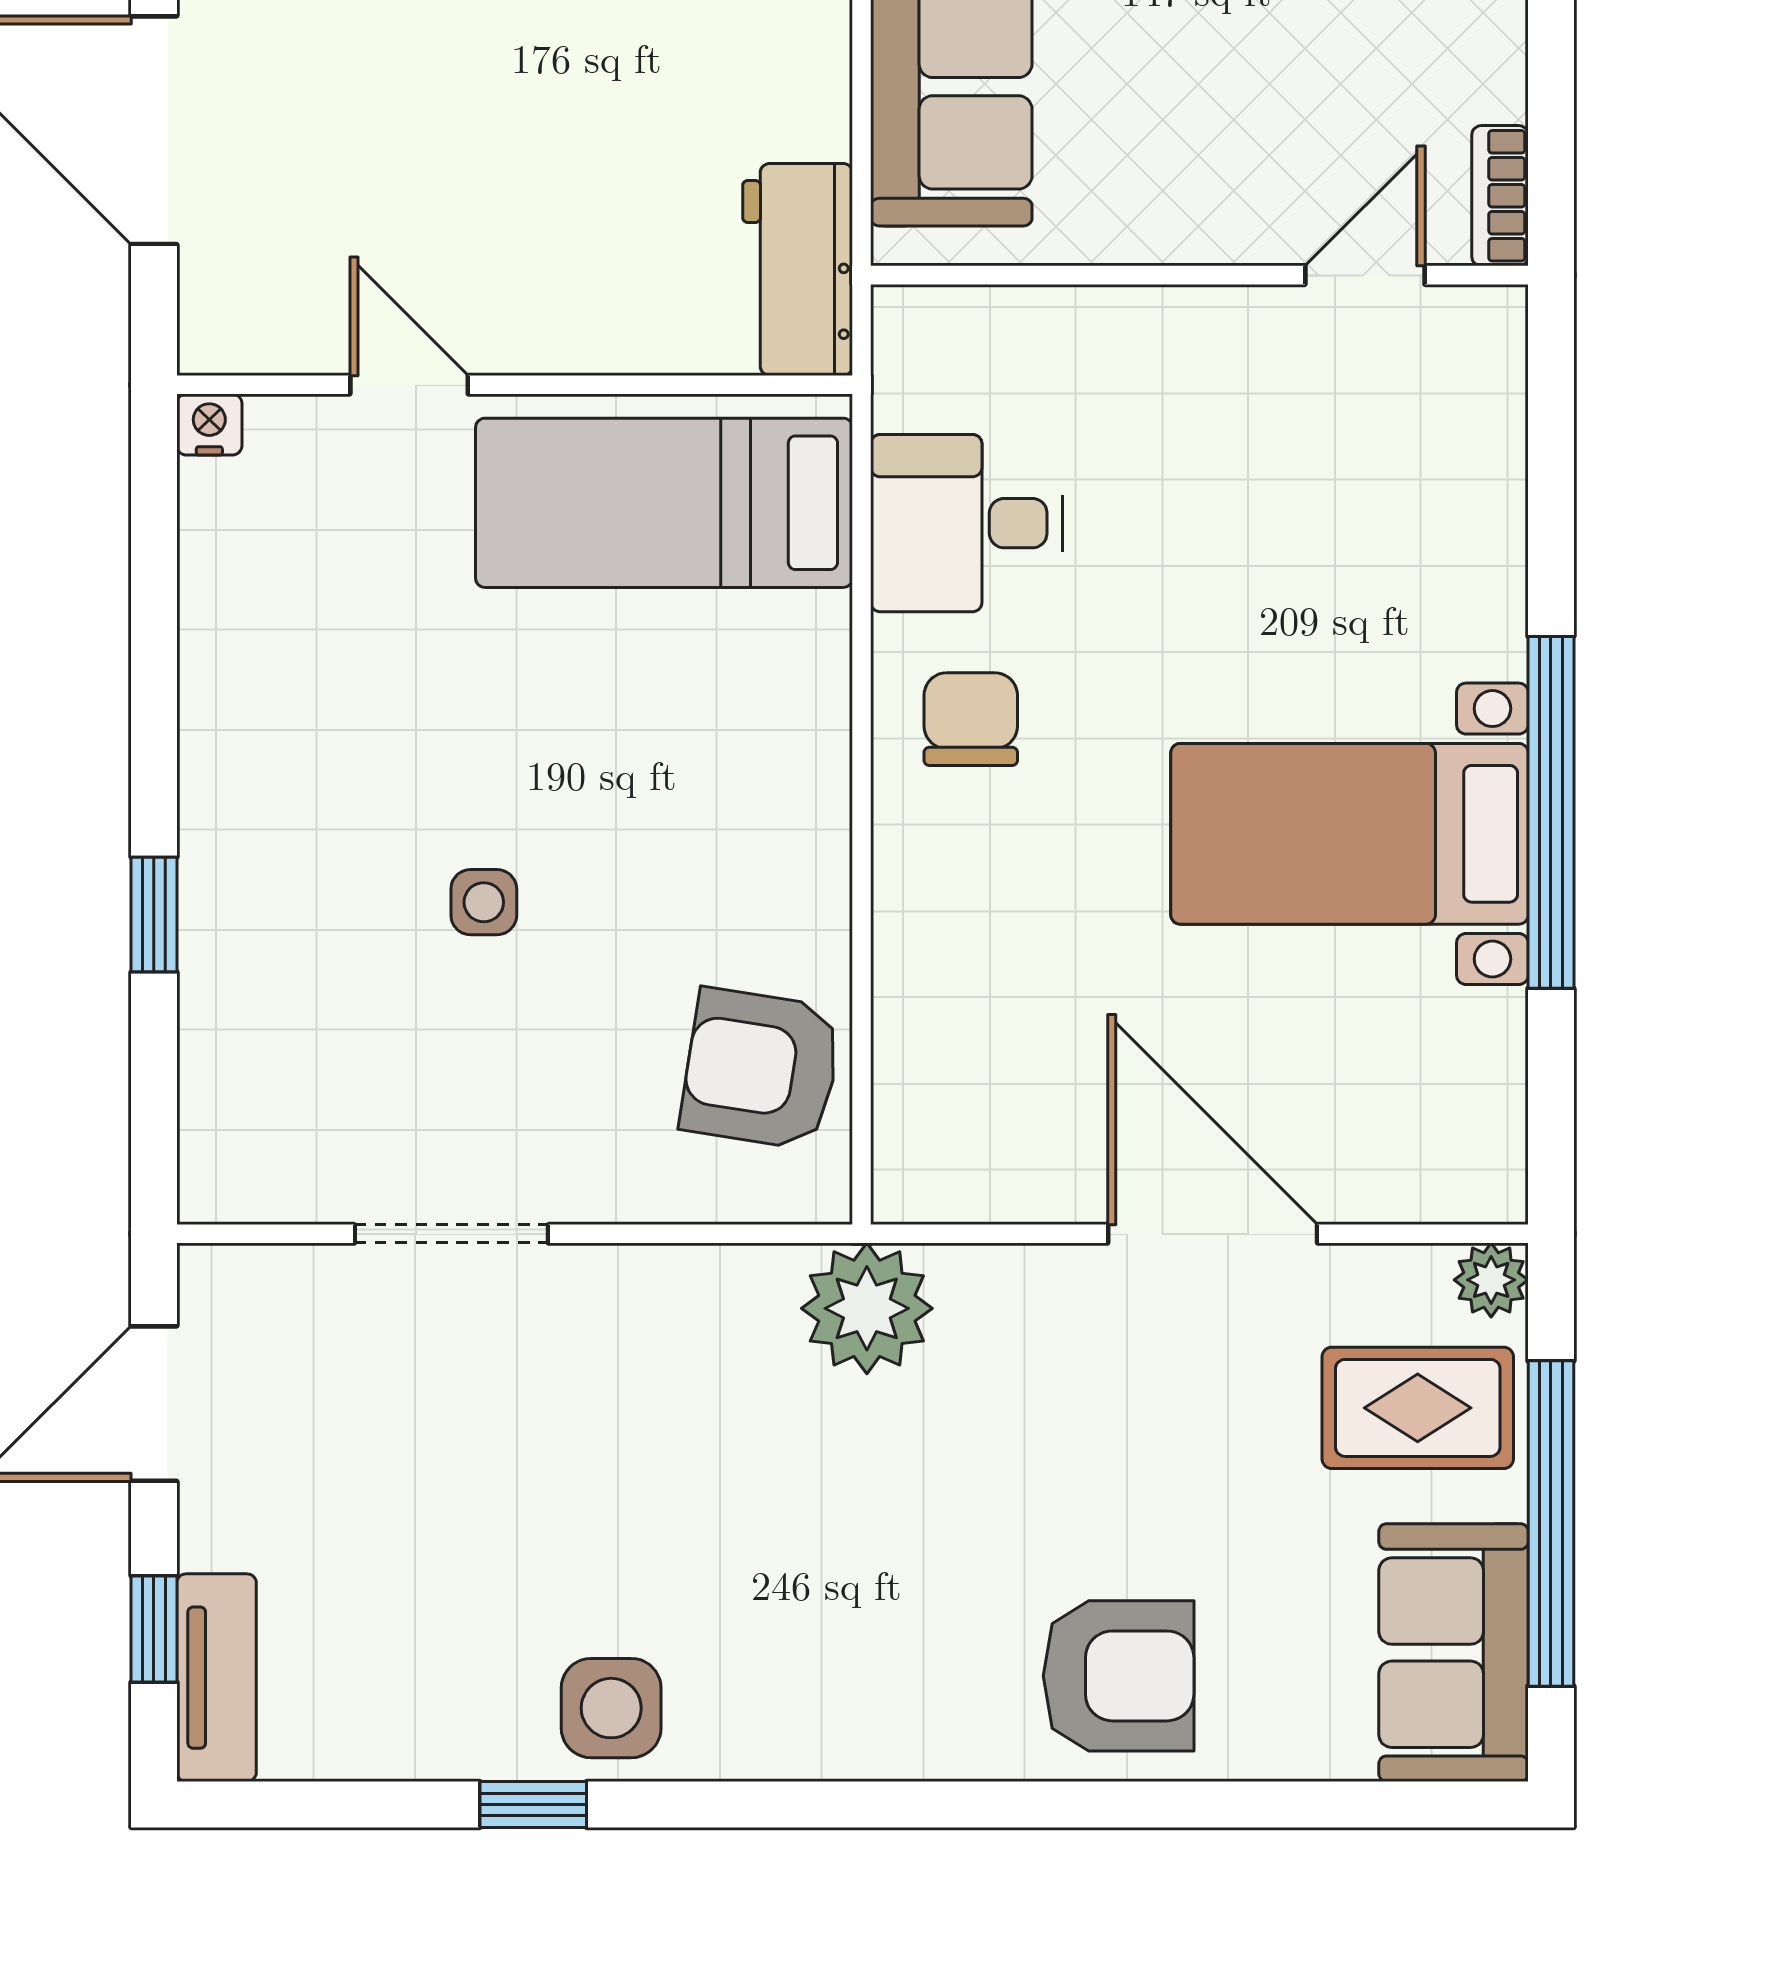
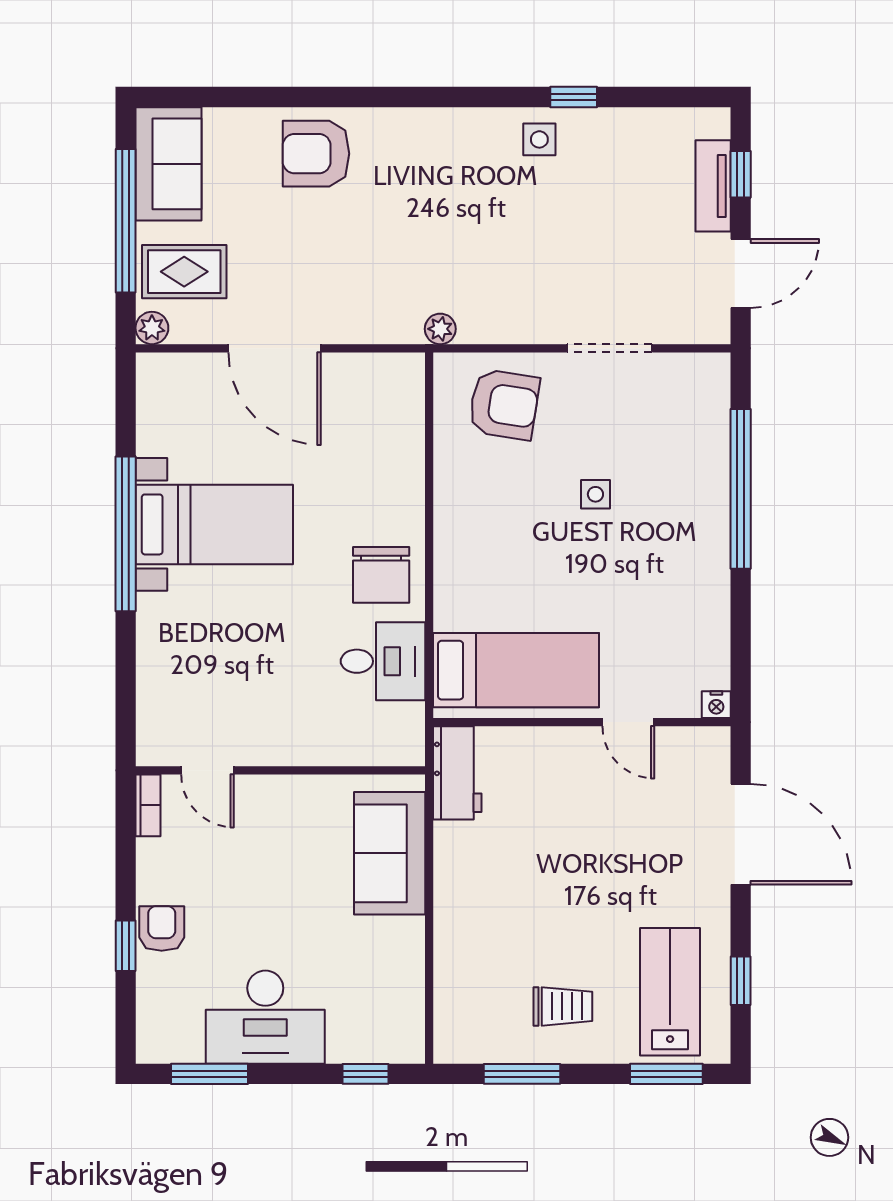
door: (1365, 275) -> (207, 770), hinge flipped
chair: (971, 719) -> (381, 575), width x1.37, depth x1.37
window: (154, 915) -> (741, 489), width x3.17
armchair: (761, 1069) -> (504, 404), moved
plant: (867, 1308) -> (440, 329), width x0.53, depth x0.53
tv unit: (217, 1678) -> (713, 186), moved
side table: (611, 1708) -> (539, 139), width x0.73, depth x0.73

